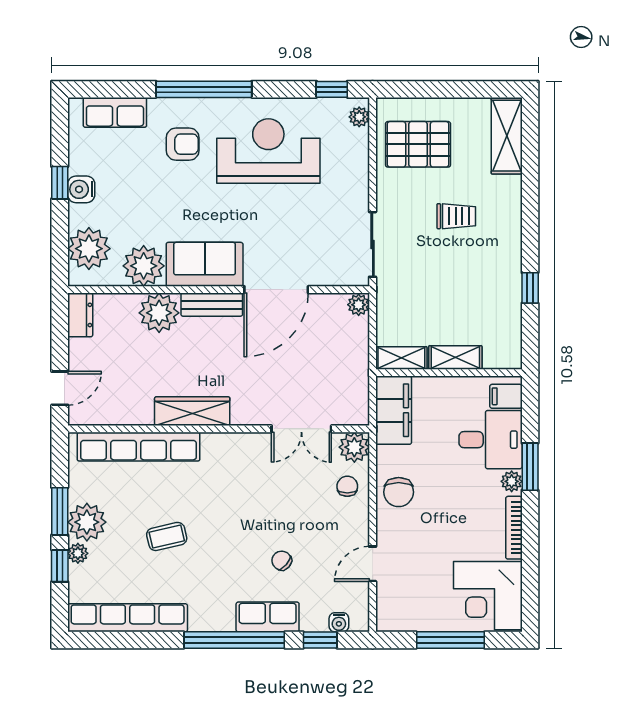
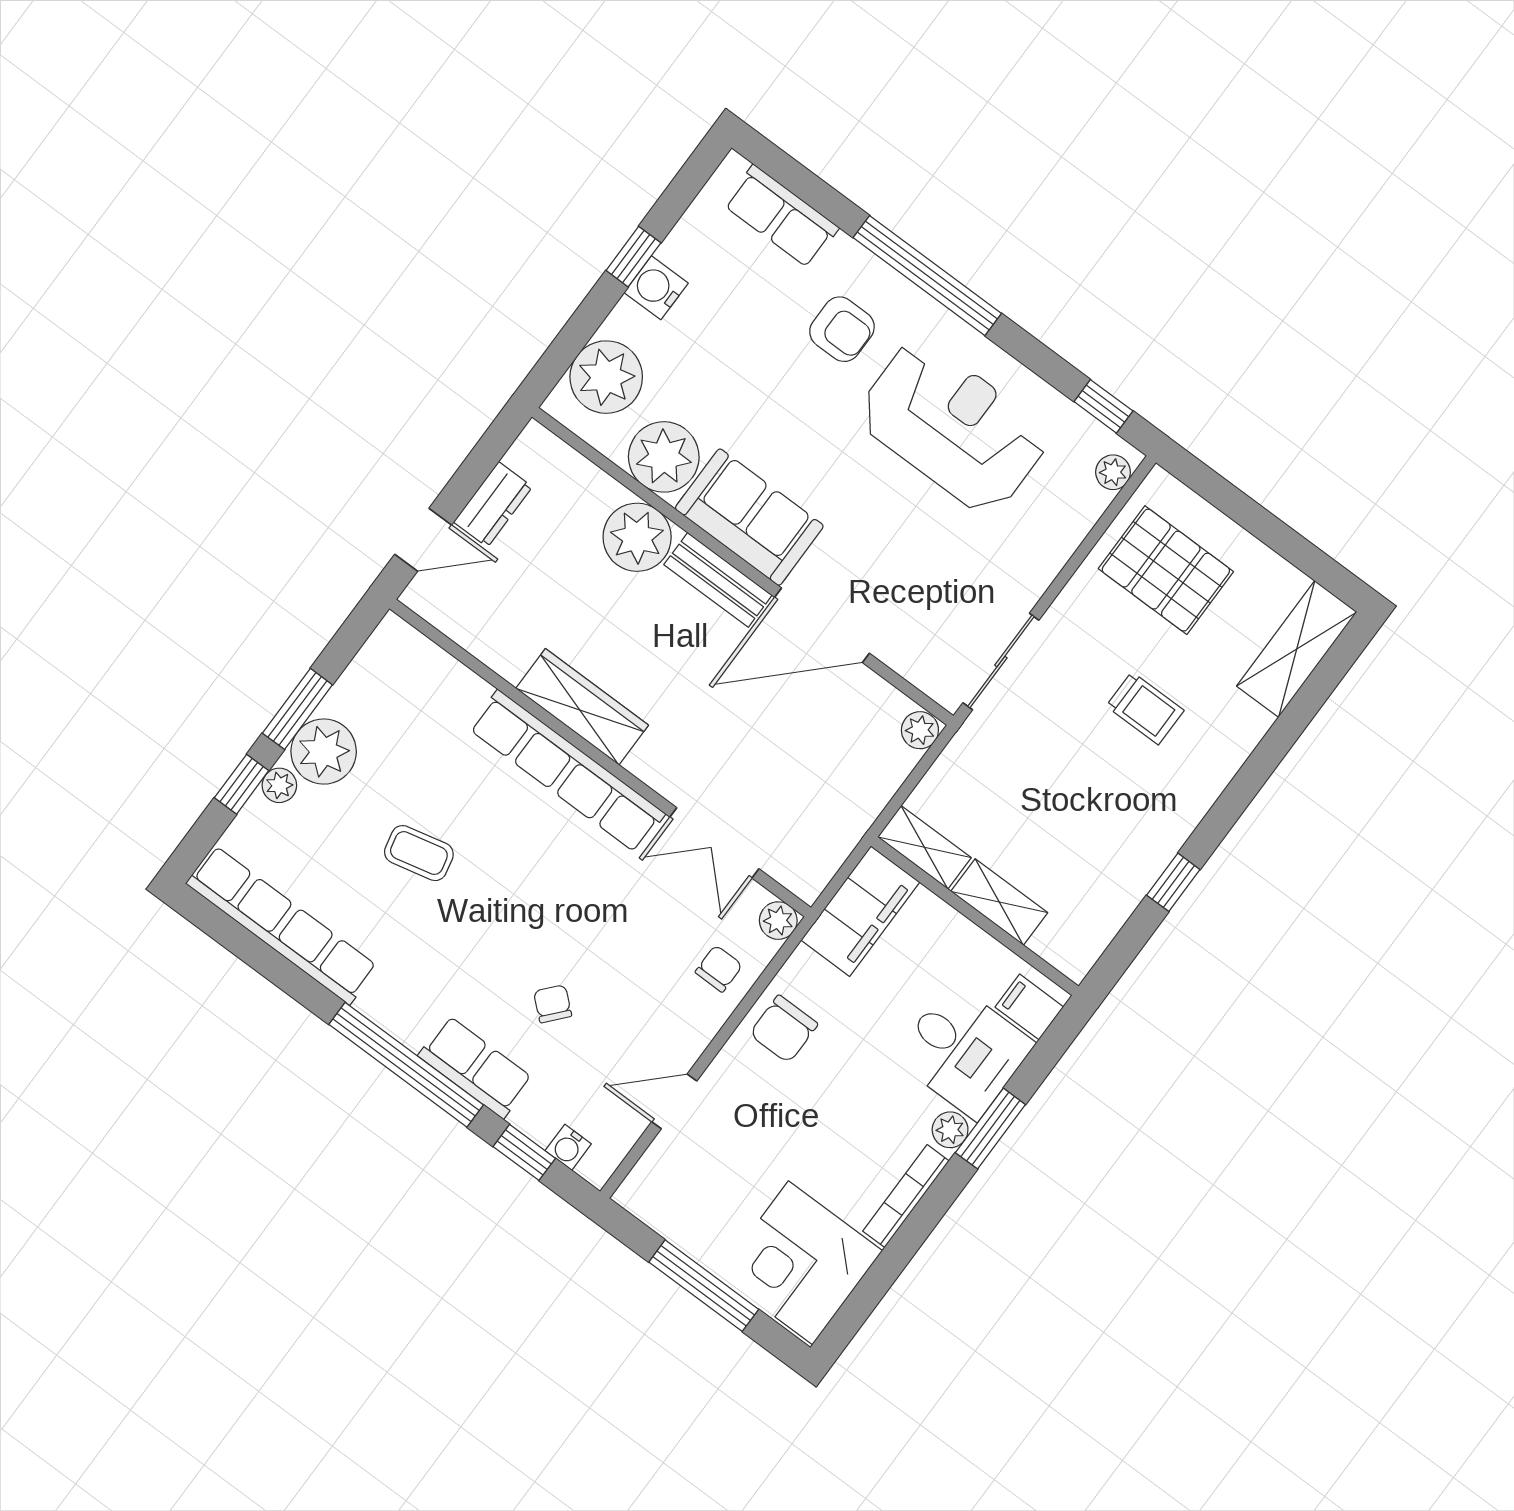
dresser: (80, 315) -> (493, 504), moved
row of seats: (138, 447) -> (567, 771), moved
plant: (354, 447) -> (778, 921), width x0.73, depth x0.73

